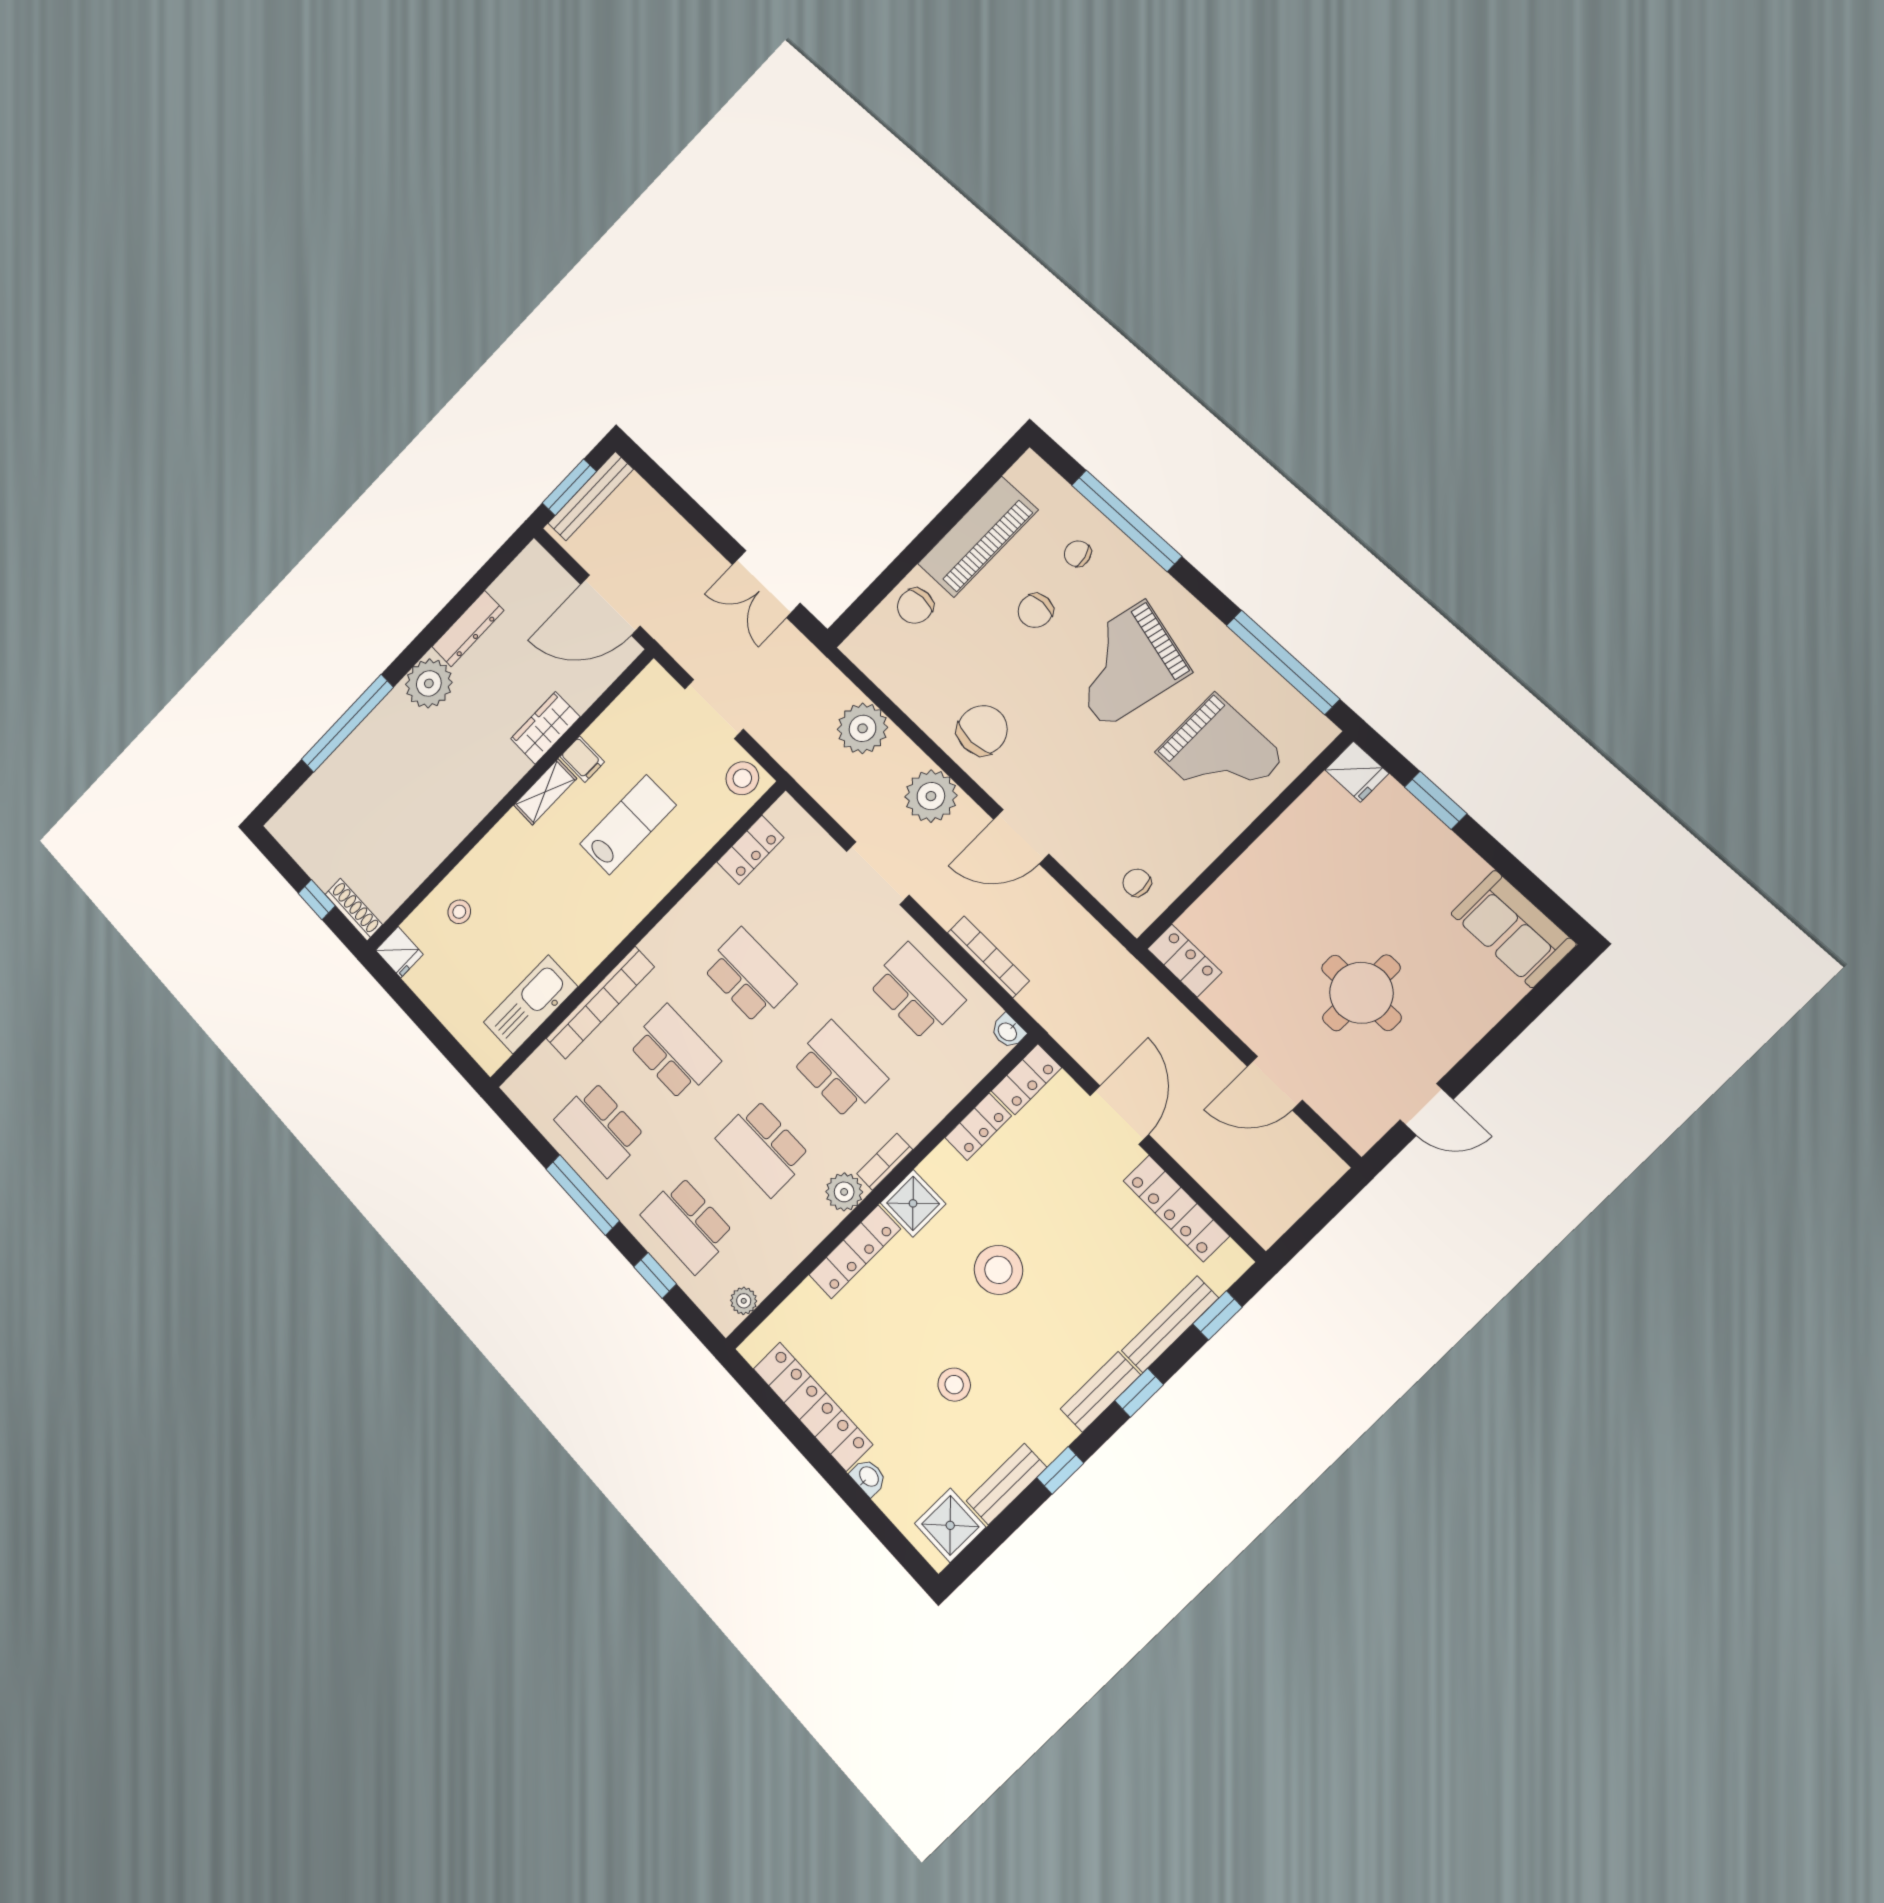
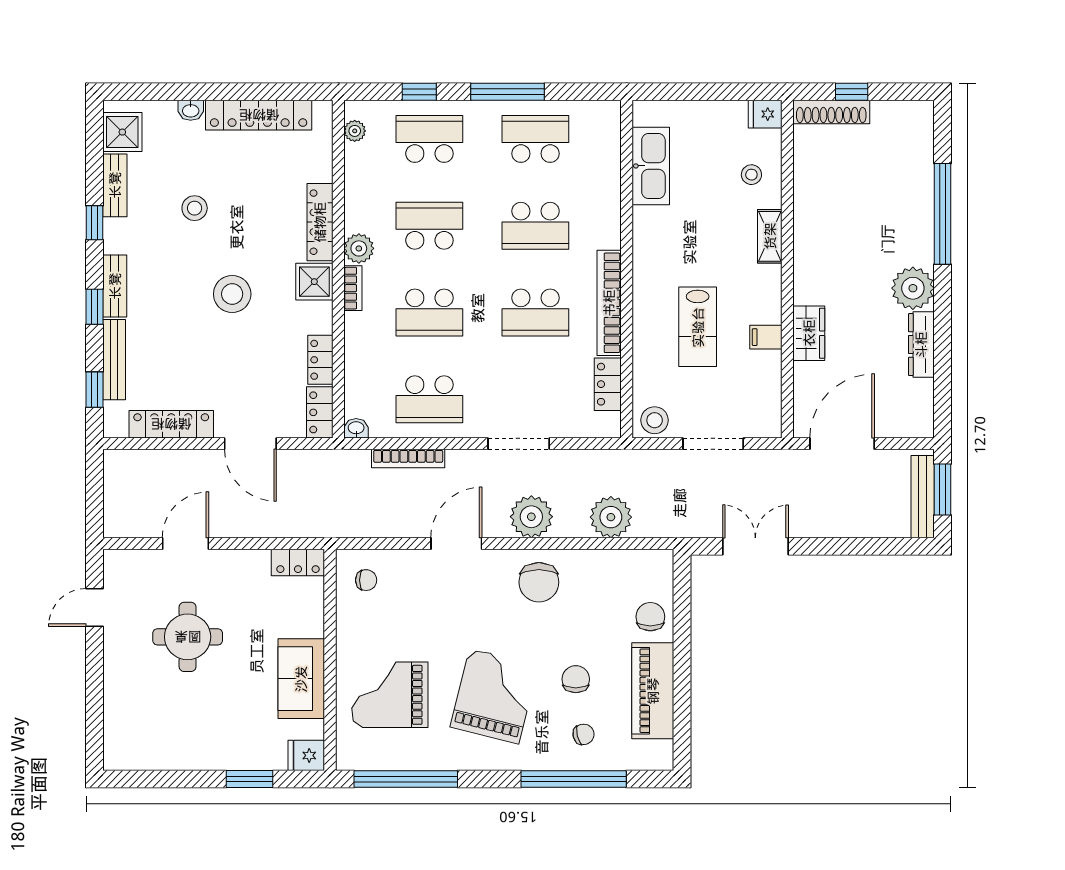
shelving: (545, 792) -> (770, 236), moved
shoe rack: (354, 910) -> (831, 112), width x1.36, depth x1.24
sofa: (1513, 929) -> (301, 679), moved, turned -90
bookcase: (600, 1003) -> (609, 303), moved

